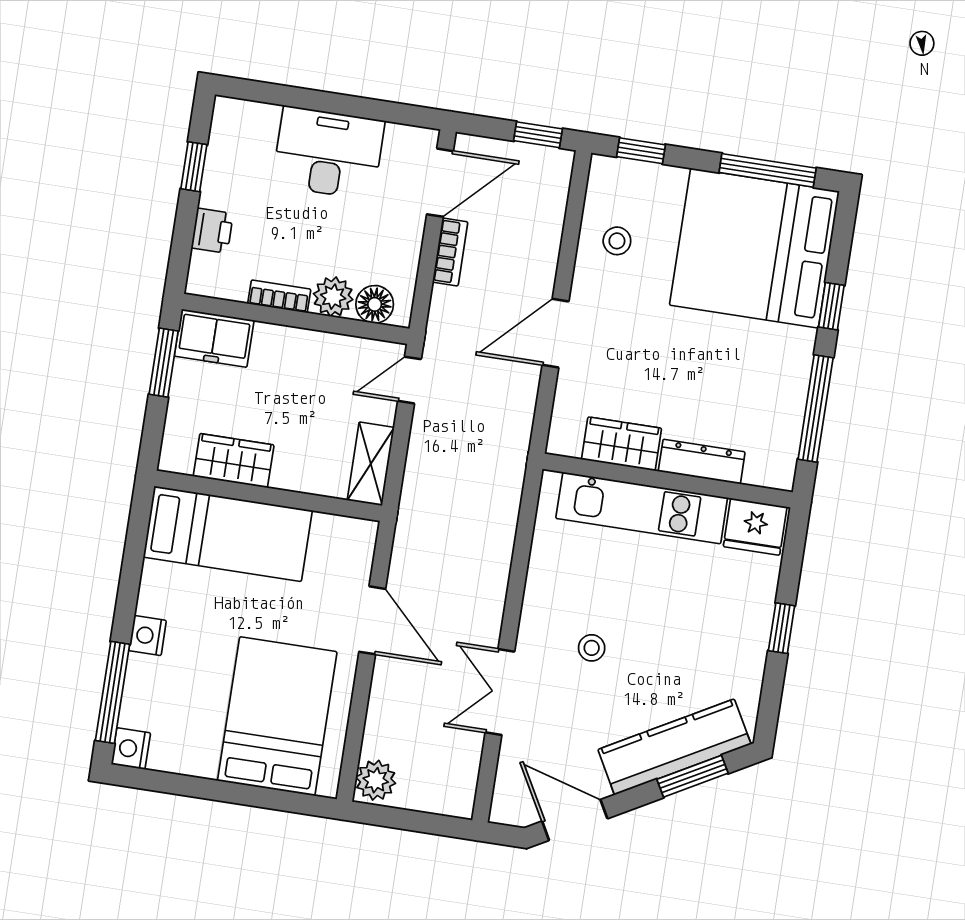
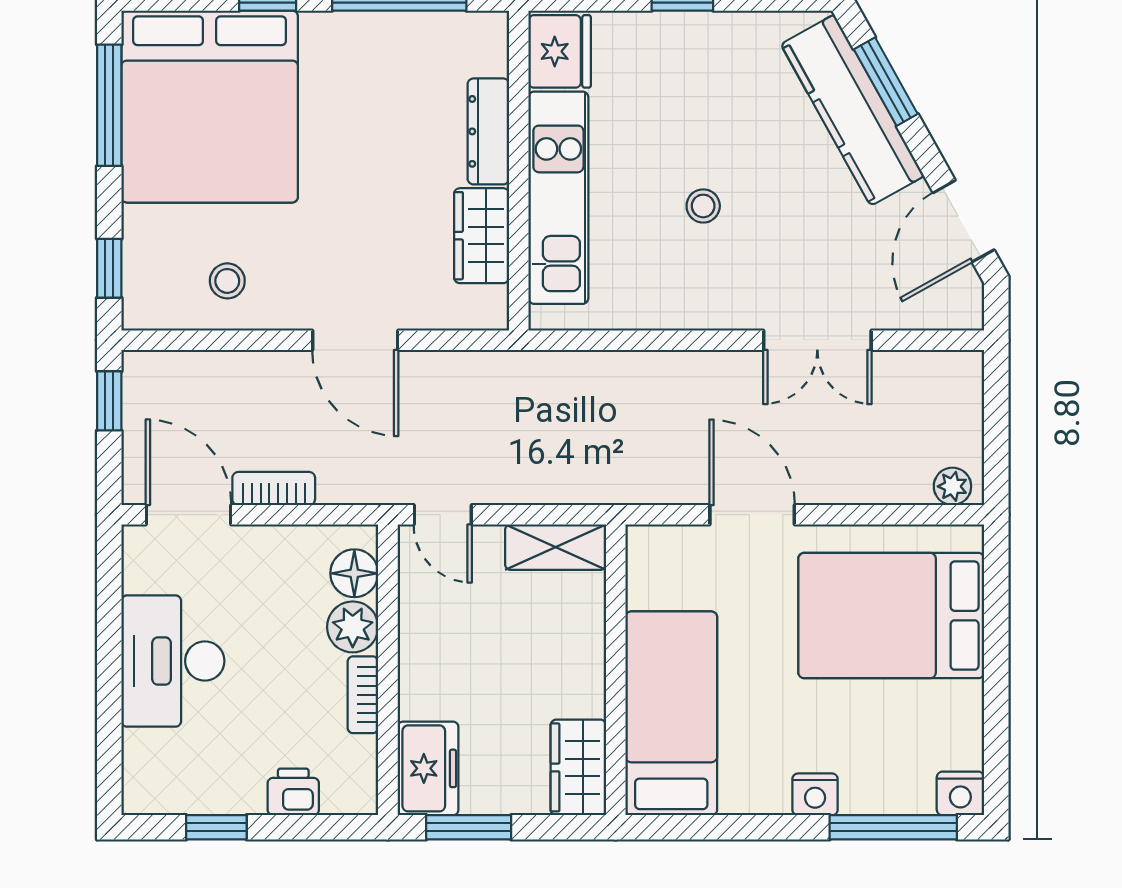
wardrobe: (234, 461) -> (578, 767), moved
door: (372, 620) -> (752, 515), hinge flipped
stool: (592, 648) -> (703, 206), moved
plant: (376, 780) -> (952, 486), width x0.73, depth x0.73

